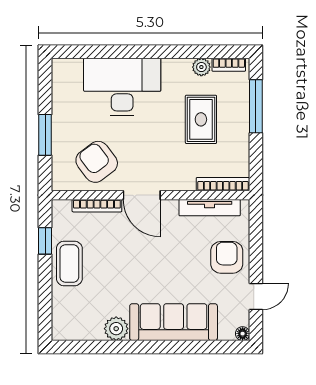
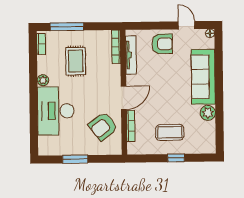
plant: (201, 67) -> (43, 80), moved
rug: (201, 119) -> (76, 61), turned 90
window: (45, 135) -> (75, 159), moved
window: (45, 241) -> (176, 158), moved
armchair: (227, 257) -> (162, 44), turned 180
coffee table: (69, 263) -> (170, 132), moved

